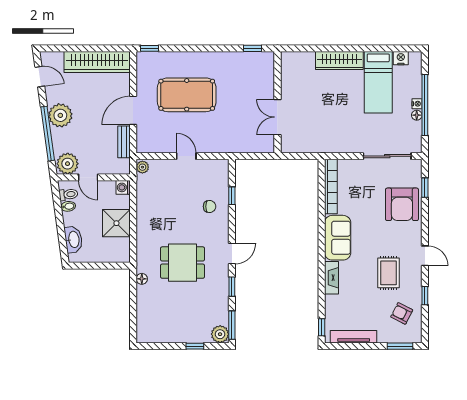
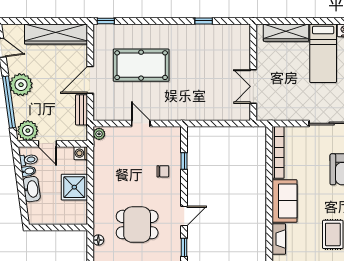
wall: (277, 102) -> (253, 72), moved
double door: (277, 117) -> (253, 86), moved
washbasin: (73, 239) -> (32, 189), moved

